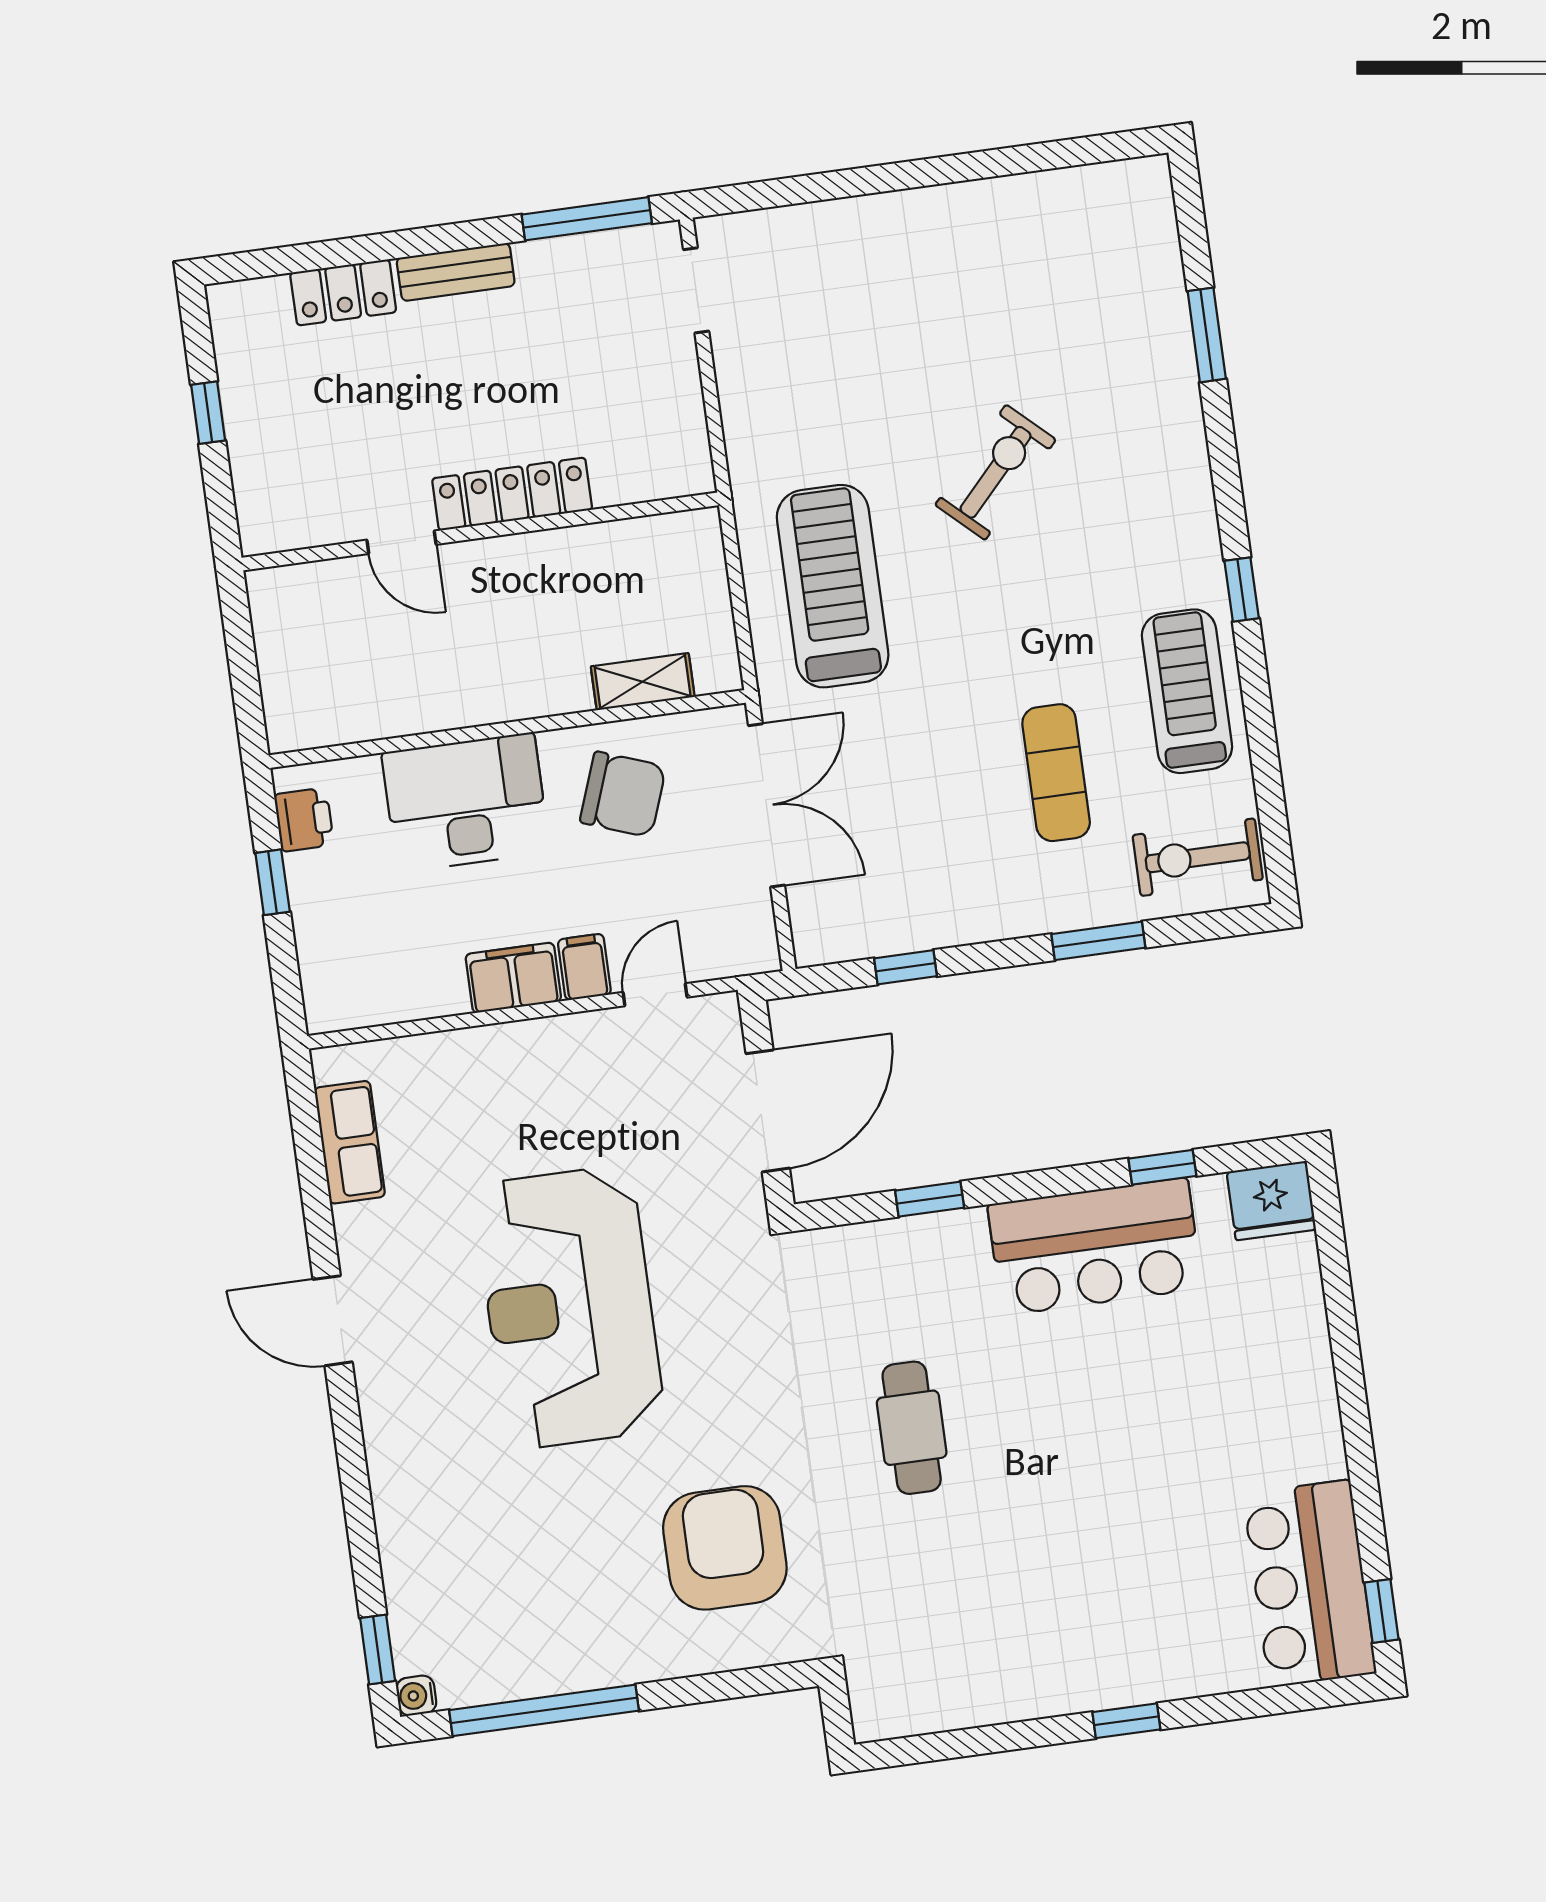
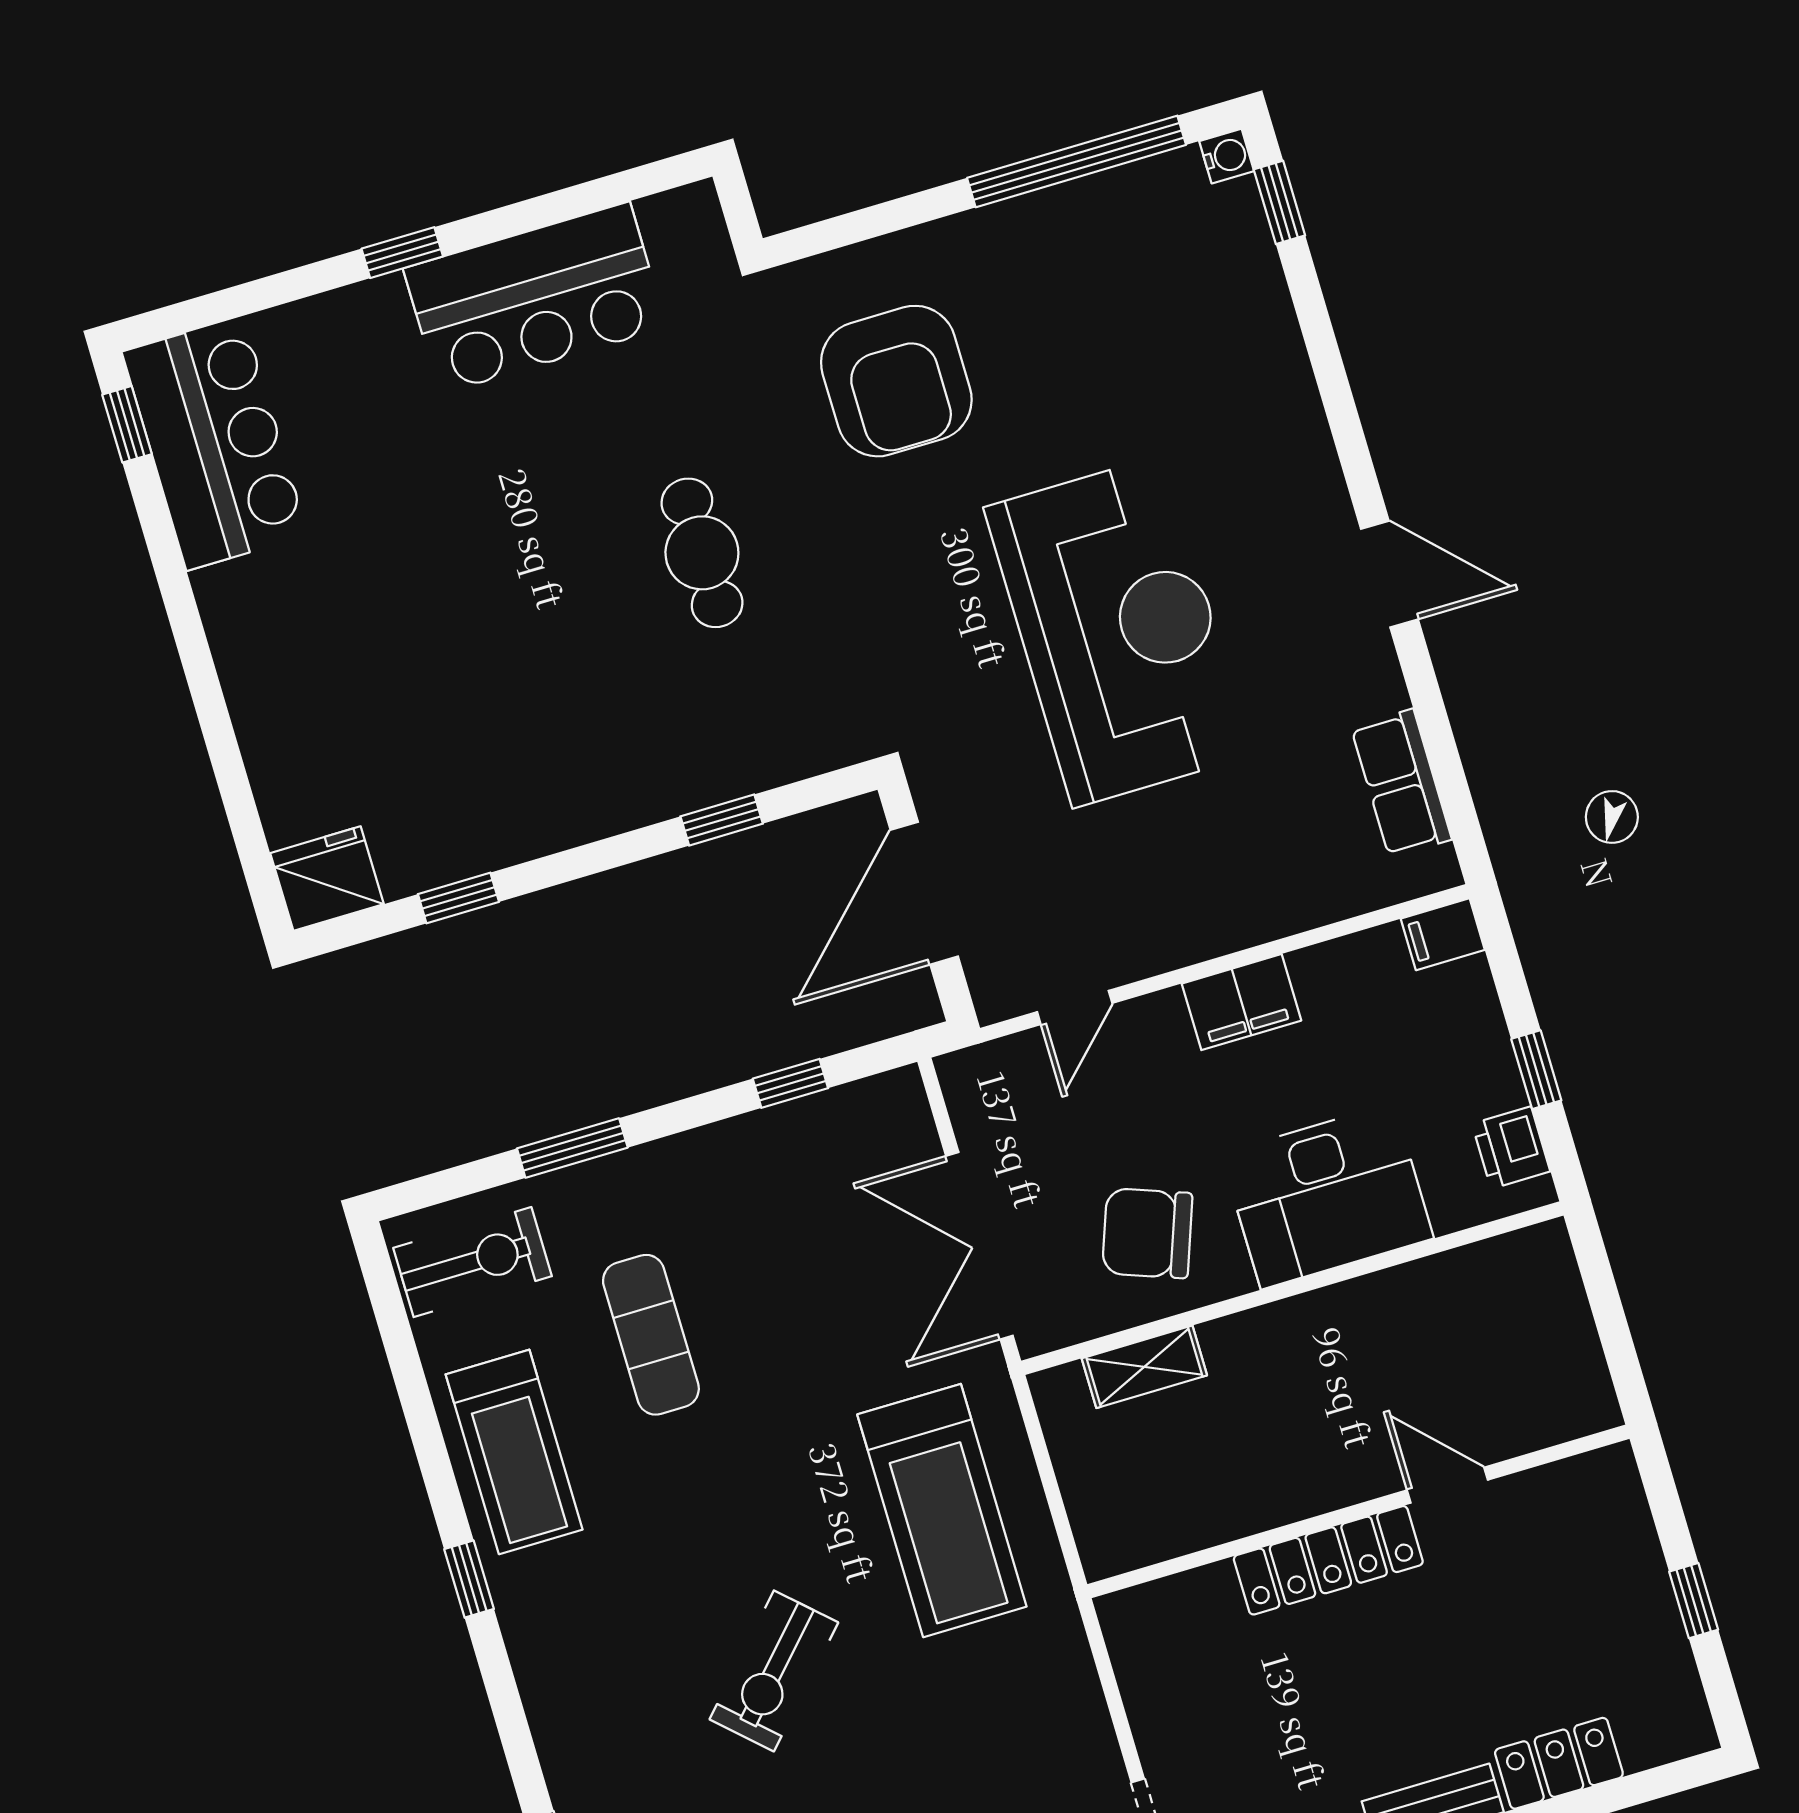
filing cabinet: (584, 967) -> (1443, 934), moved, turned 90
bar counter: (1095, 1247) -> (535, 298), moved, turned 180

